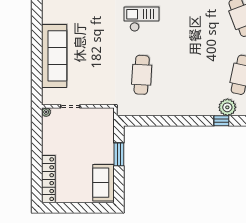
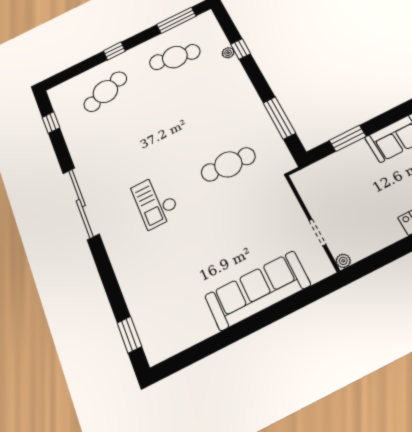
plant: (227, 107) -> (228, 53), width x0.53, depth x0.53
window: (156, 121) -> (279, 118), added

